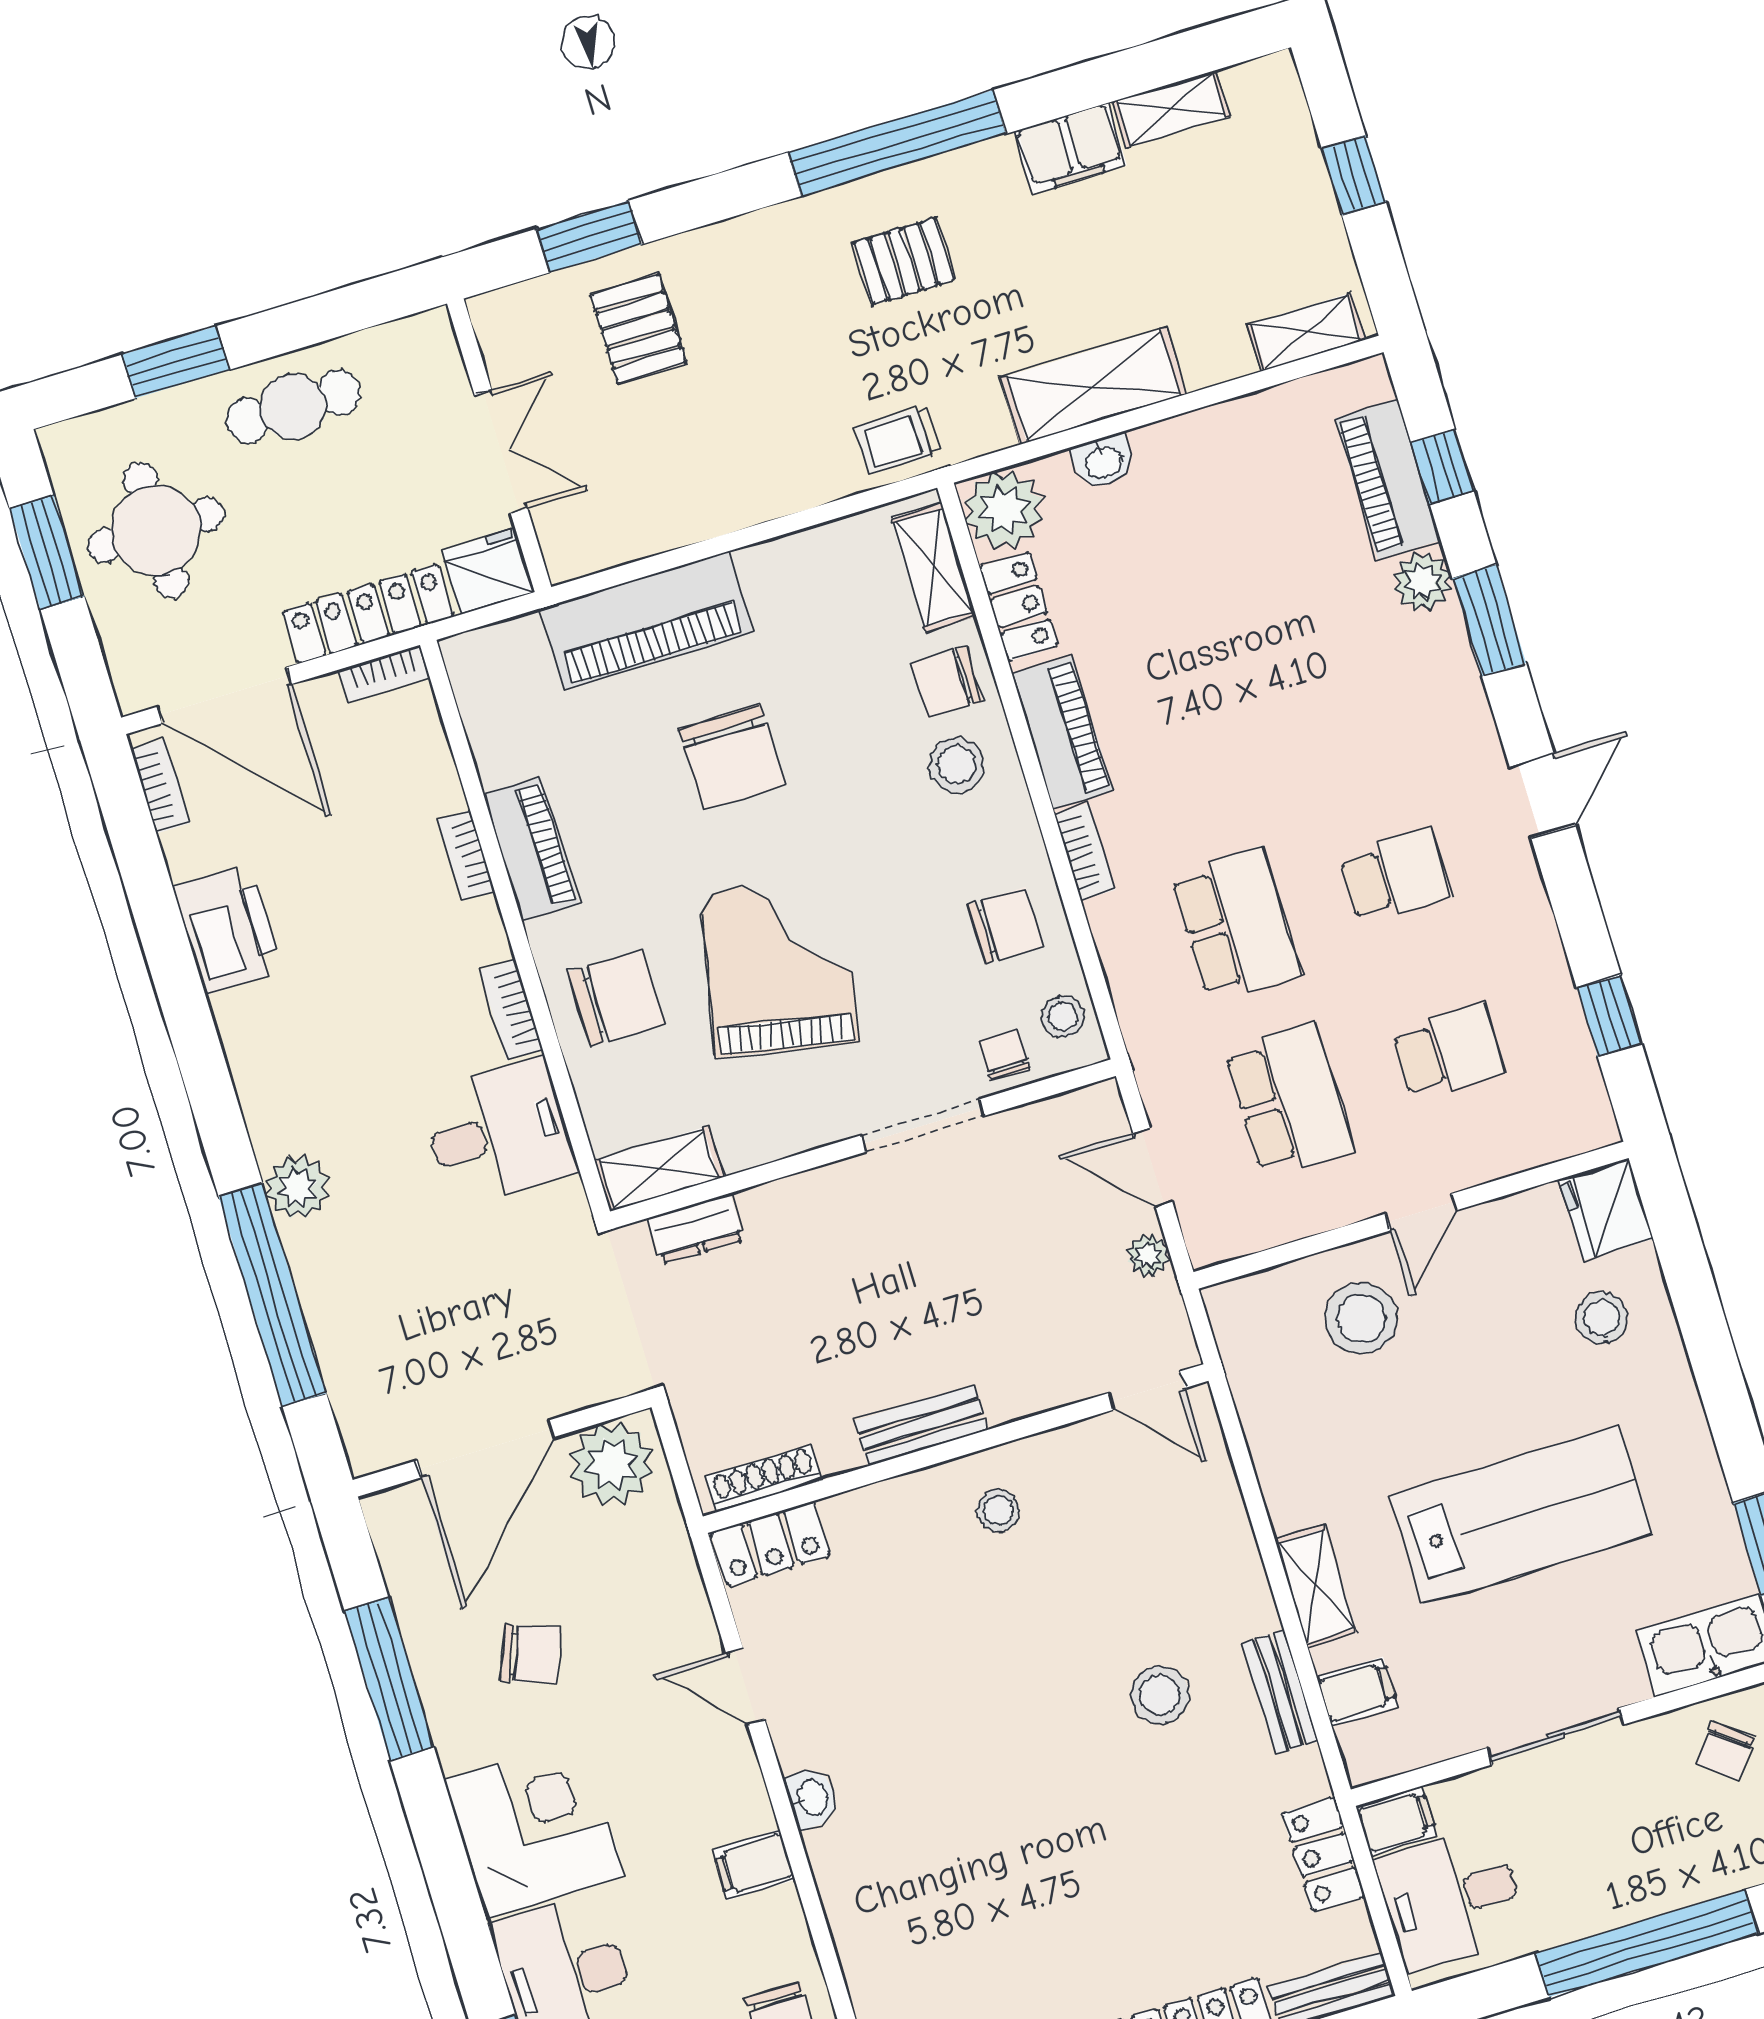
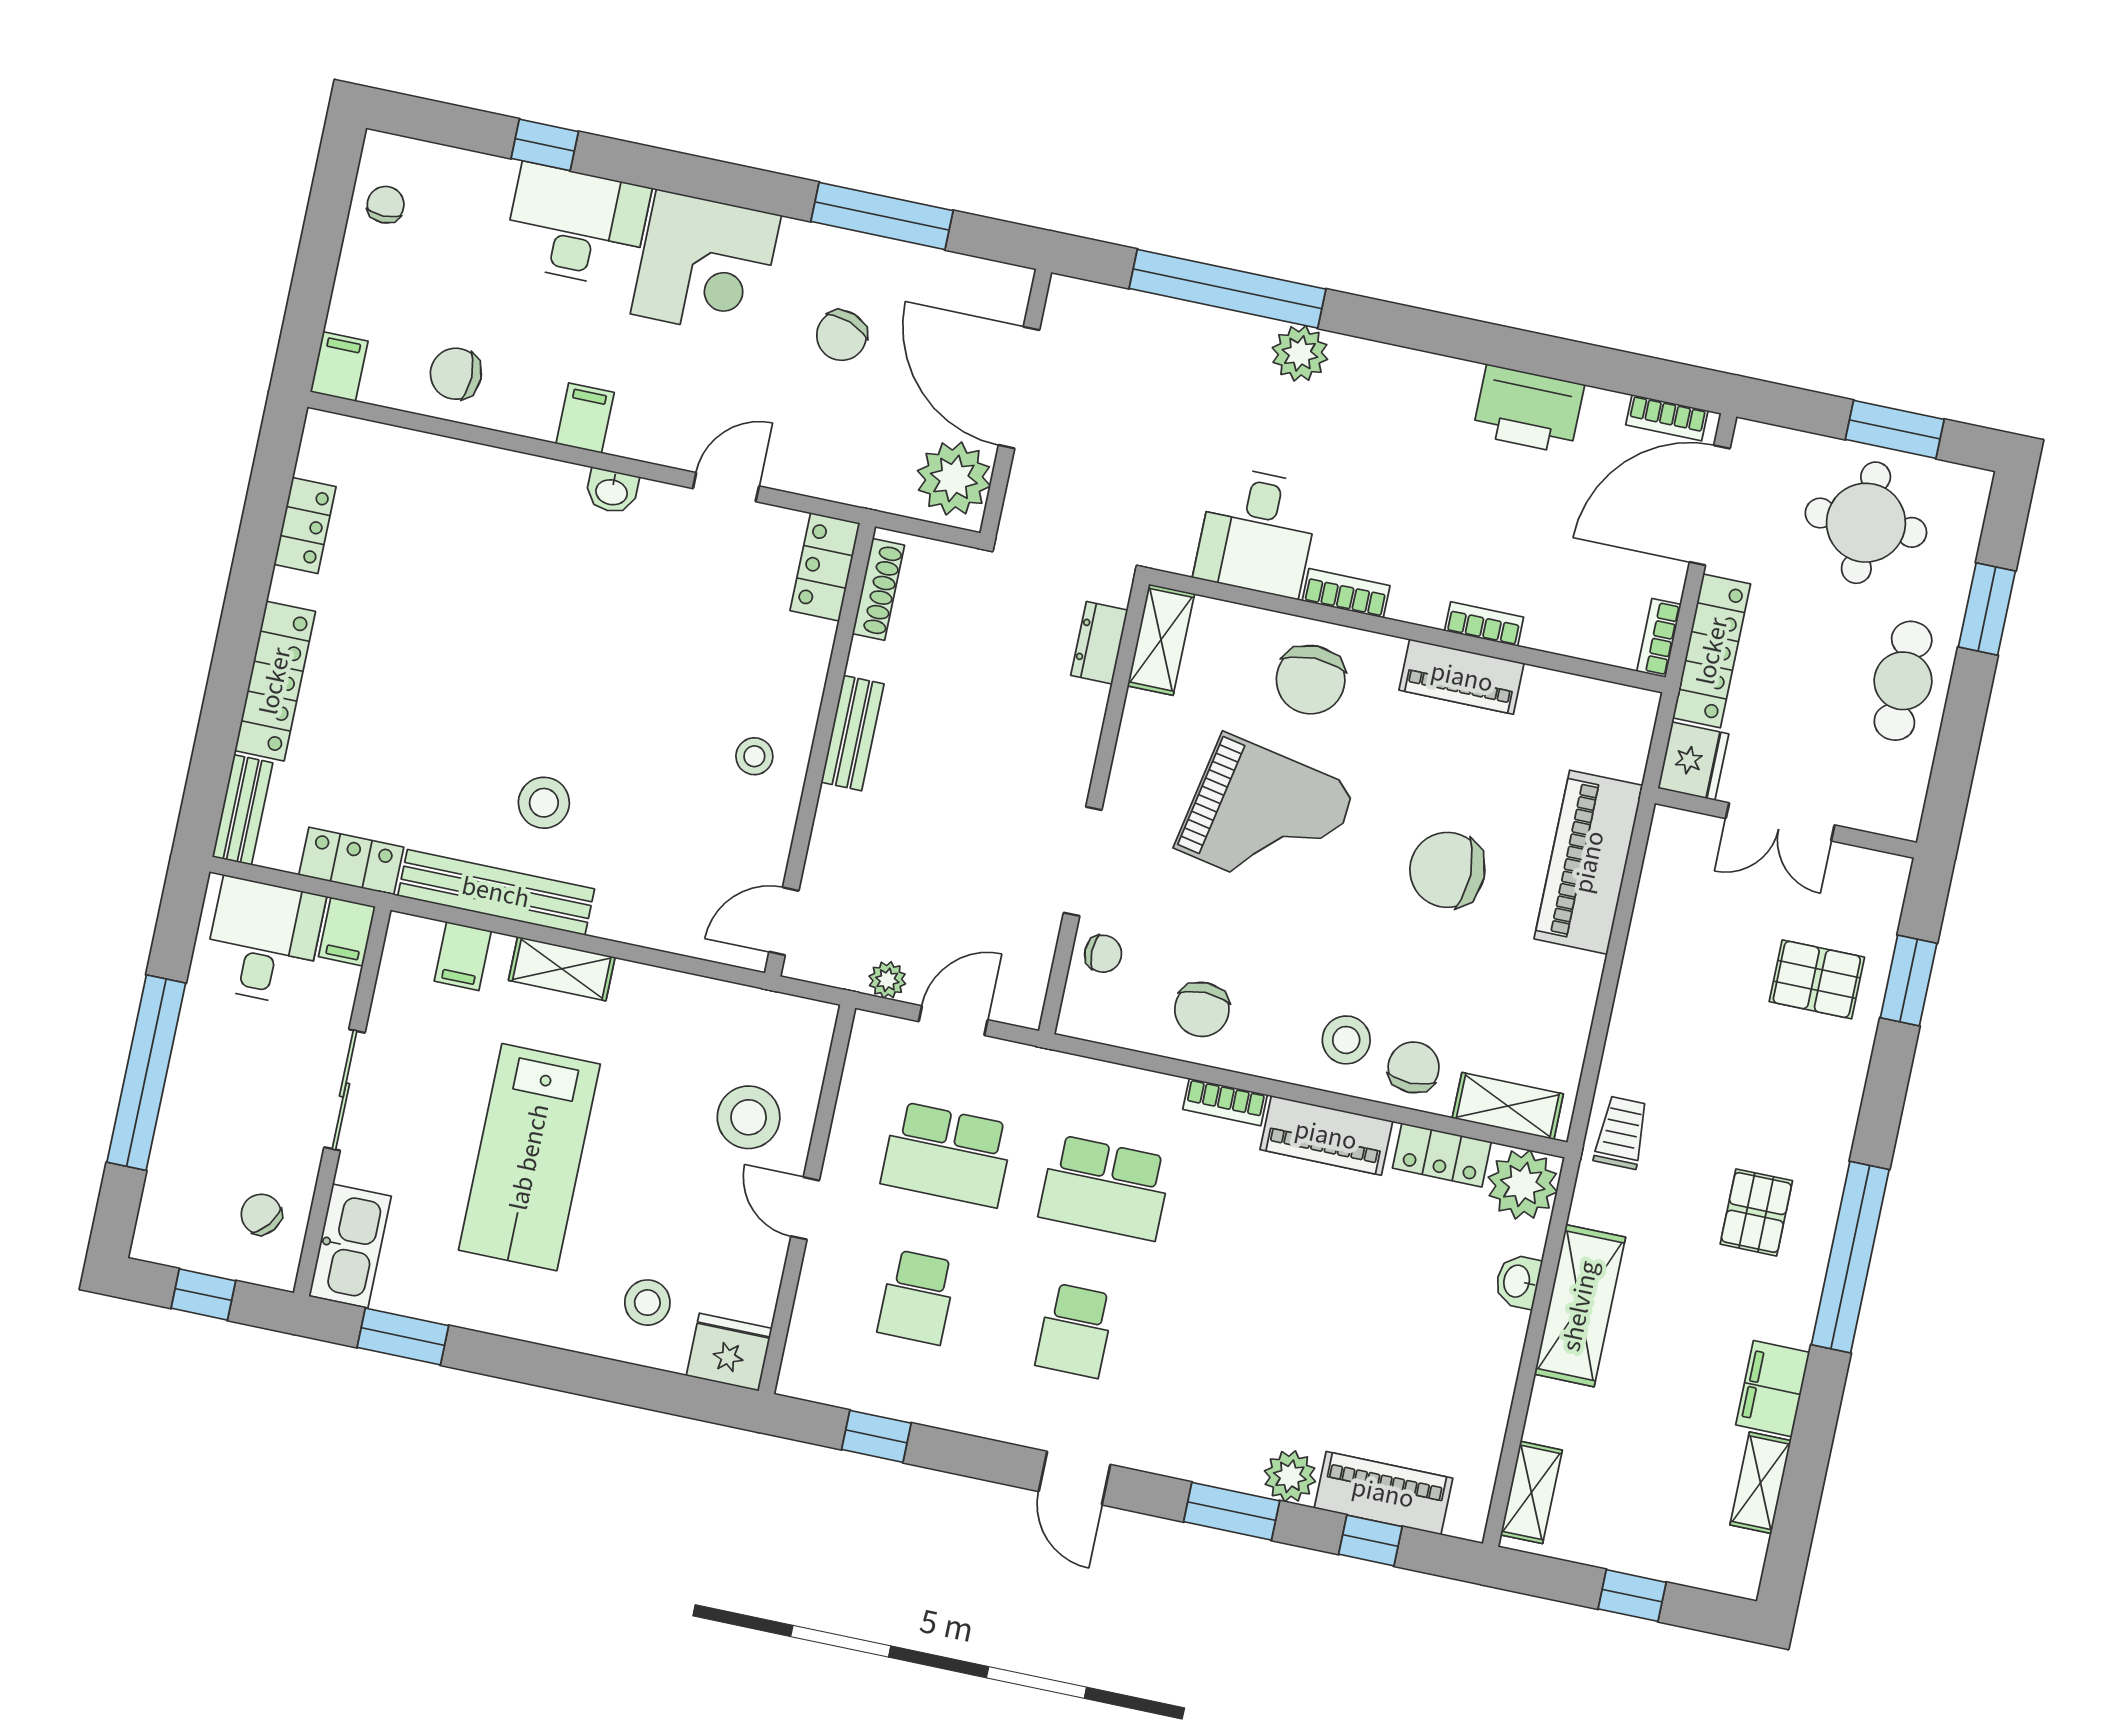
stool: (1063, 1017) -> (1107, 1015), removed
bench: (1280, 1692) -> (496, 892), width x1.86, depth x1.21

